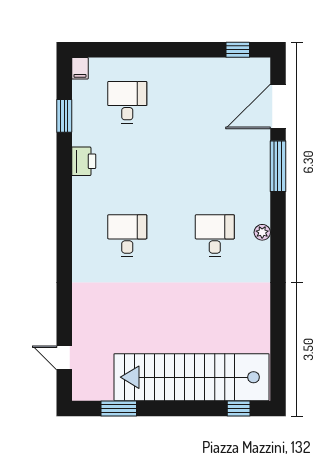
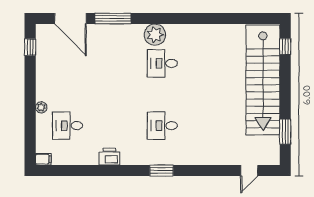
plant: (153, 65) -> (41, 107), added
window: (64, 116) -> (162, 170), moved
plant: (262, 232) -> (155, 35), width x1.87, depth x1.87

